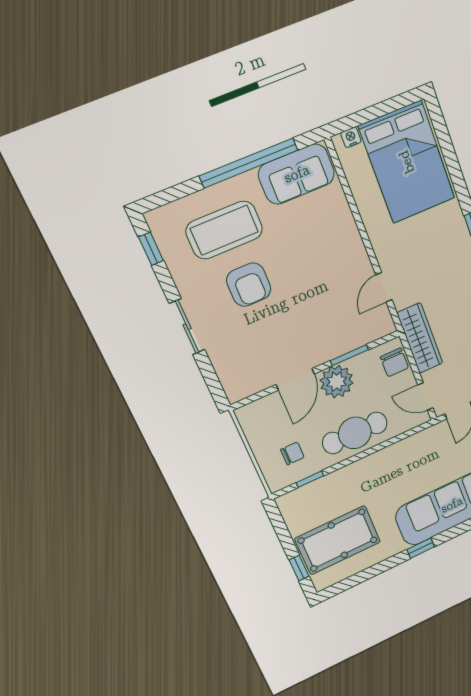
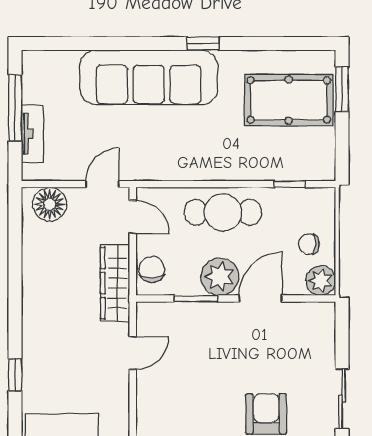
plant: (251, 416) -> (321, 281), added
chair: (292, 453) -> (309, 244), moved
window: (299, 568) -> (342, 89), width x1.50

